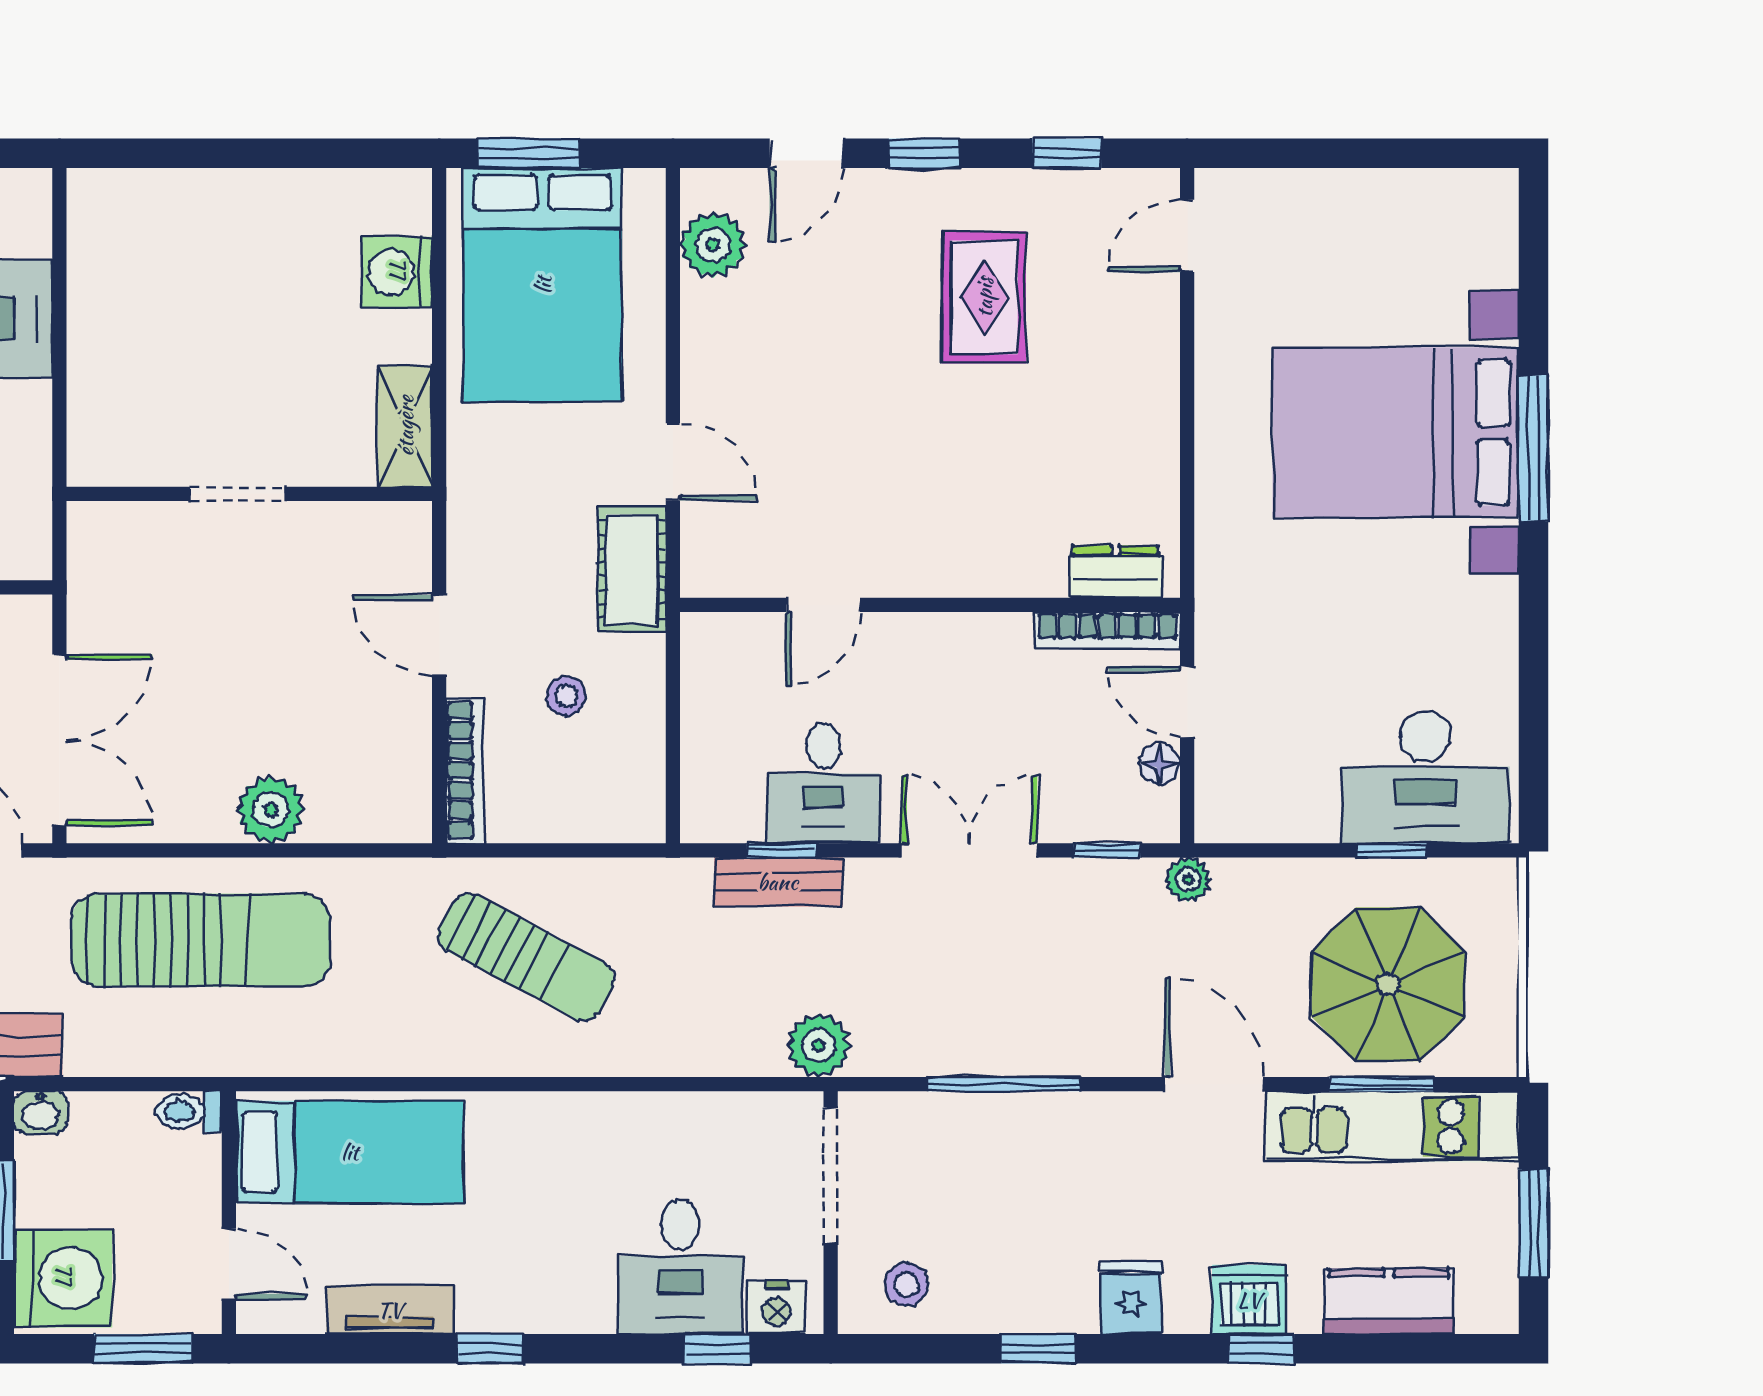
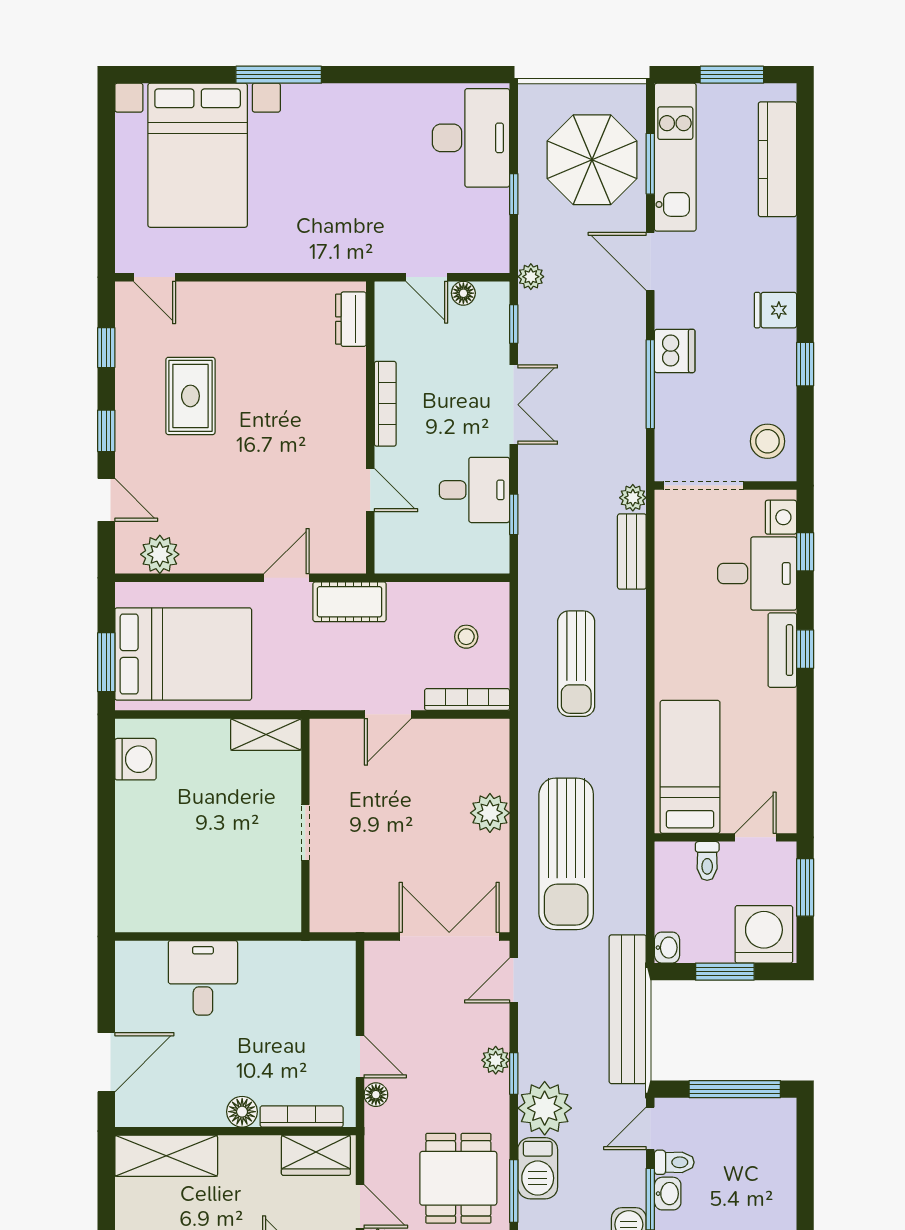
washing machine: (397, 272) -> (135, 759), moved, turned -90
rug: (984, 297) -> (190, 396), turned 90
bed with nightstands: (1396, 432) -> (198, 155), moved
bookcase: (1107, 631) -> (385, 404), moved
stool: (566, 696) -> (466, 637), moved
door: (1187, 702) -> (427, 277), hinge flipped
double door: (969, 850) -> (514, 405), swing flipped
window: (1391, 850) -> (514, 194), moved
bench: (778, 882) -> (632, 551), moved
sun lounger: (201, 940) -> (566, 854), turned 180
sun lounger: (526, 957) -> (576, 664), turned 152
plant: (819, 1046) -> (633, 498), width x0.73, depth x0.73
door: (1214, 1084) -> (650, 261), hinge flipped
toilet: (189, 1111) -> (707, 861), moved
stool: (907, 1284) -> (768, 441), width x1.37, depth x1.37
dishwasher: (1249, 1300) -> (675, 351), moved, turned 180
kitchen counter: (1389, 1301) -> (777, 159), width x1.50
tv unit: (390, 1310) -> (782, 650), moved
window: (491, 1349) -> (805, 649), moved
window: (1261, 1349) -> (805, 234), removed

